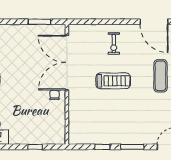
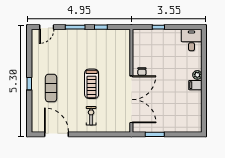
treadmill: (113, 81) -> (92, 84), turned -90

